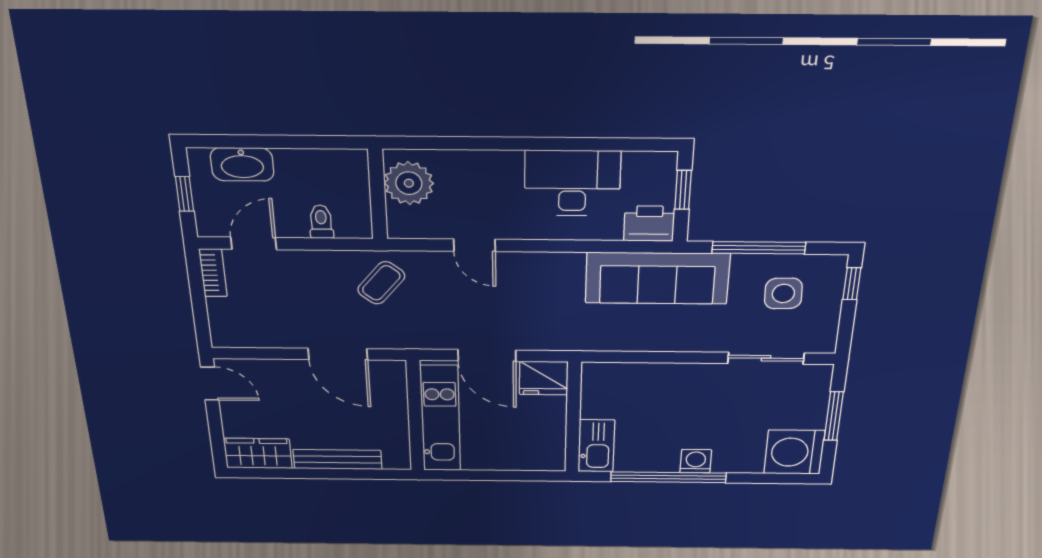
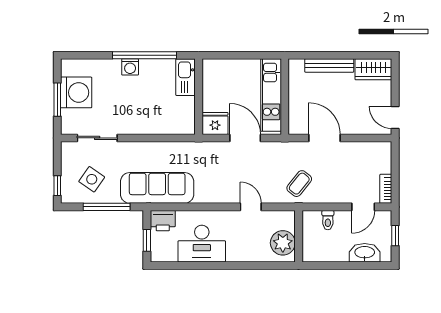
side table: (783, 293) -> (92, 179), turned 37
washing machine: (794, 452) -> (76, 92), moved

